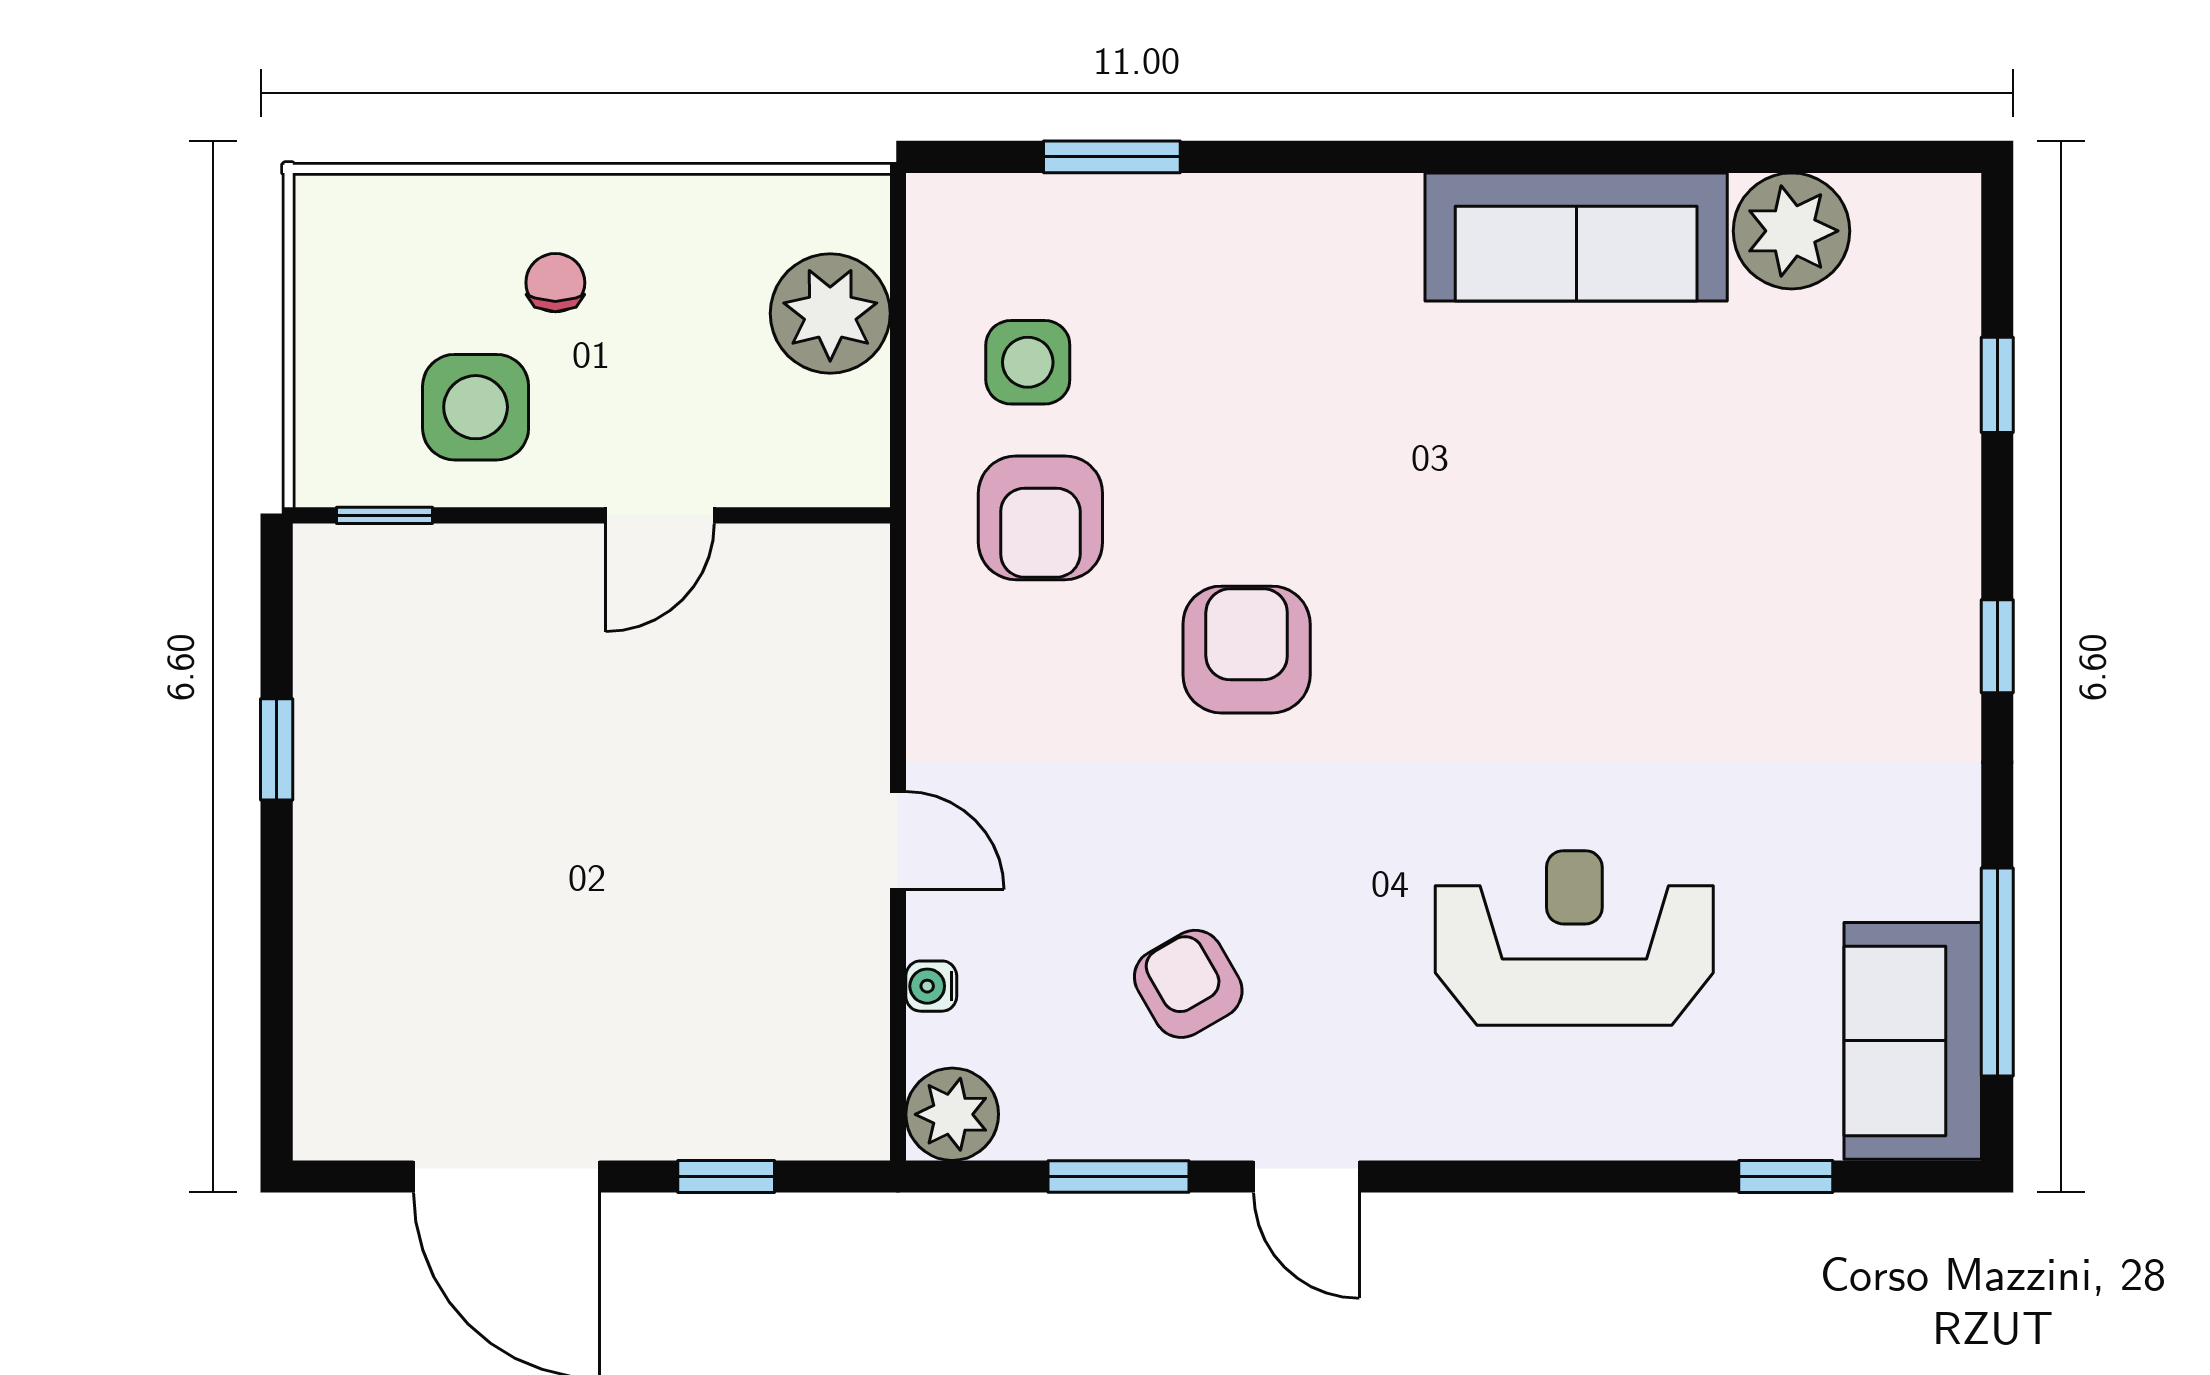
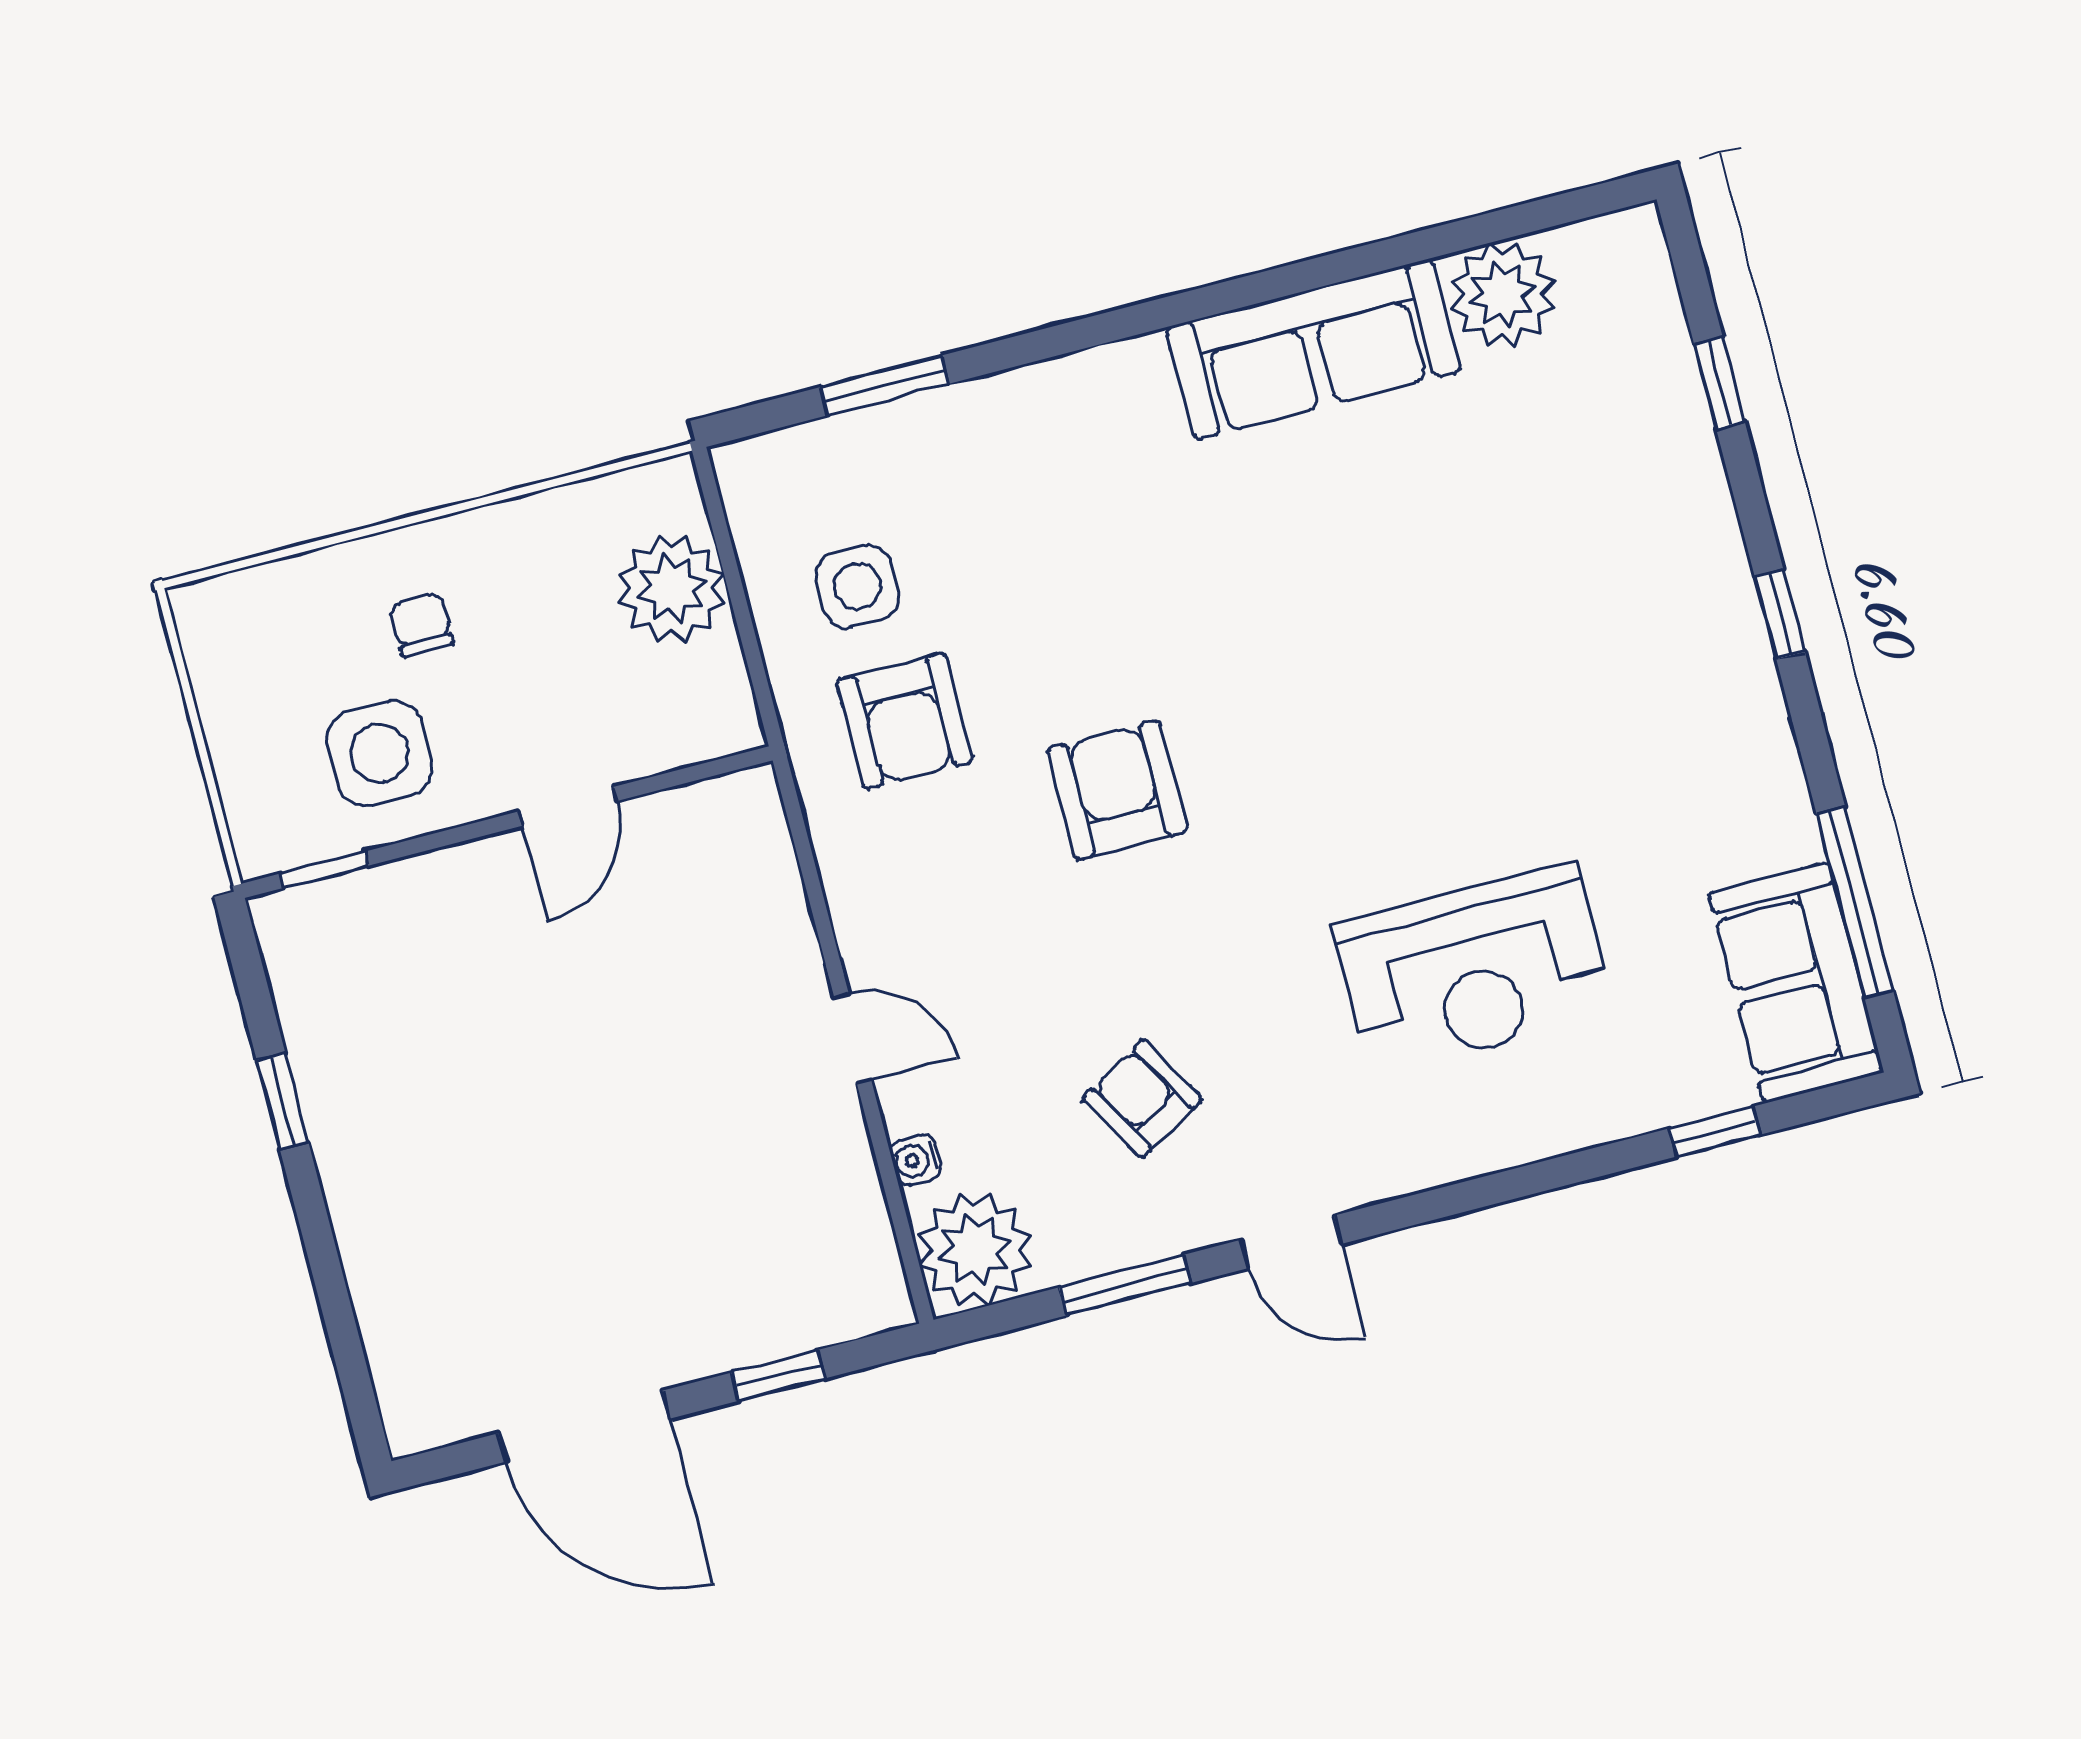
reception desk: (1574, 938) -> (1473, 969), turned 180
plant: (952, 1114) -> (975, 1250), width x1.36, depth x1.36

